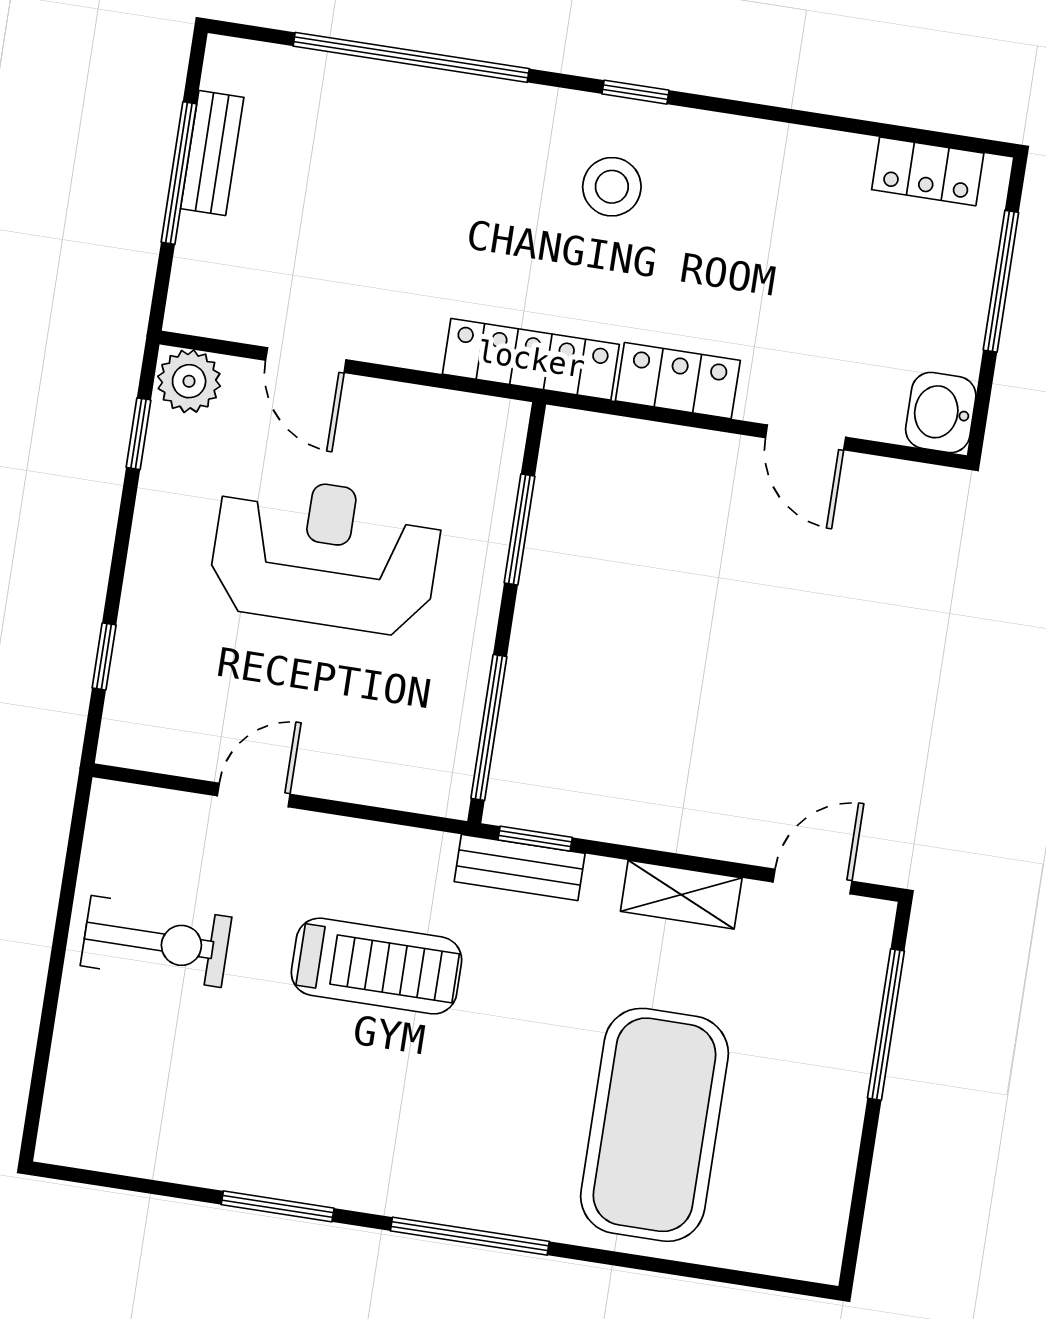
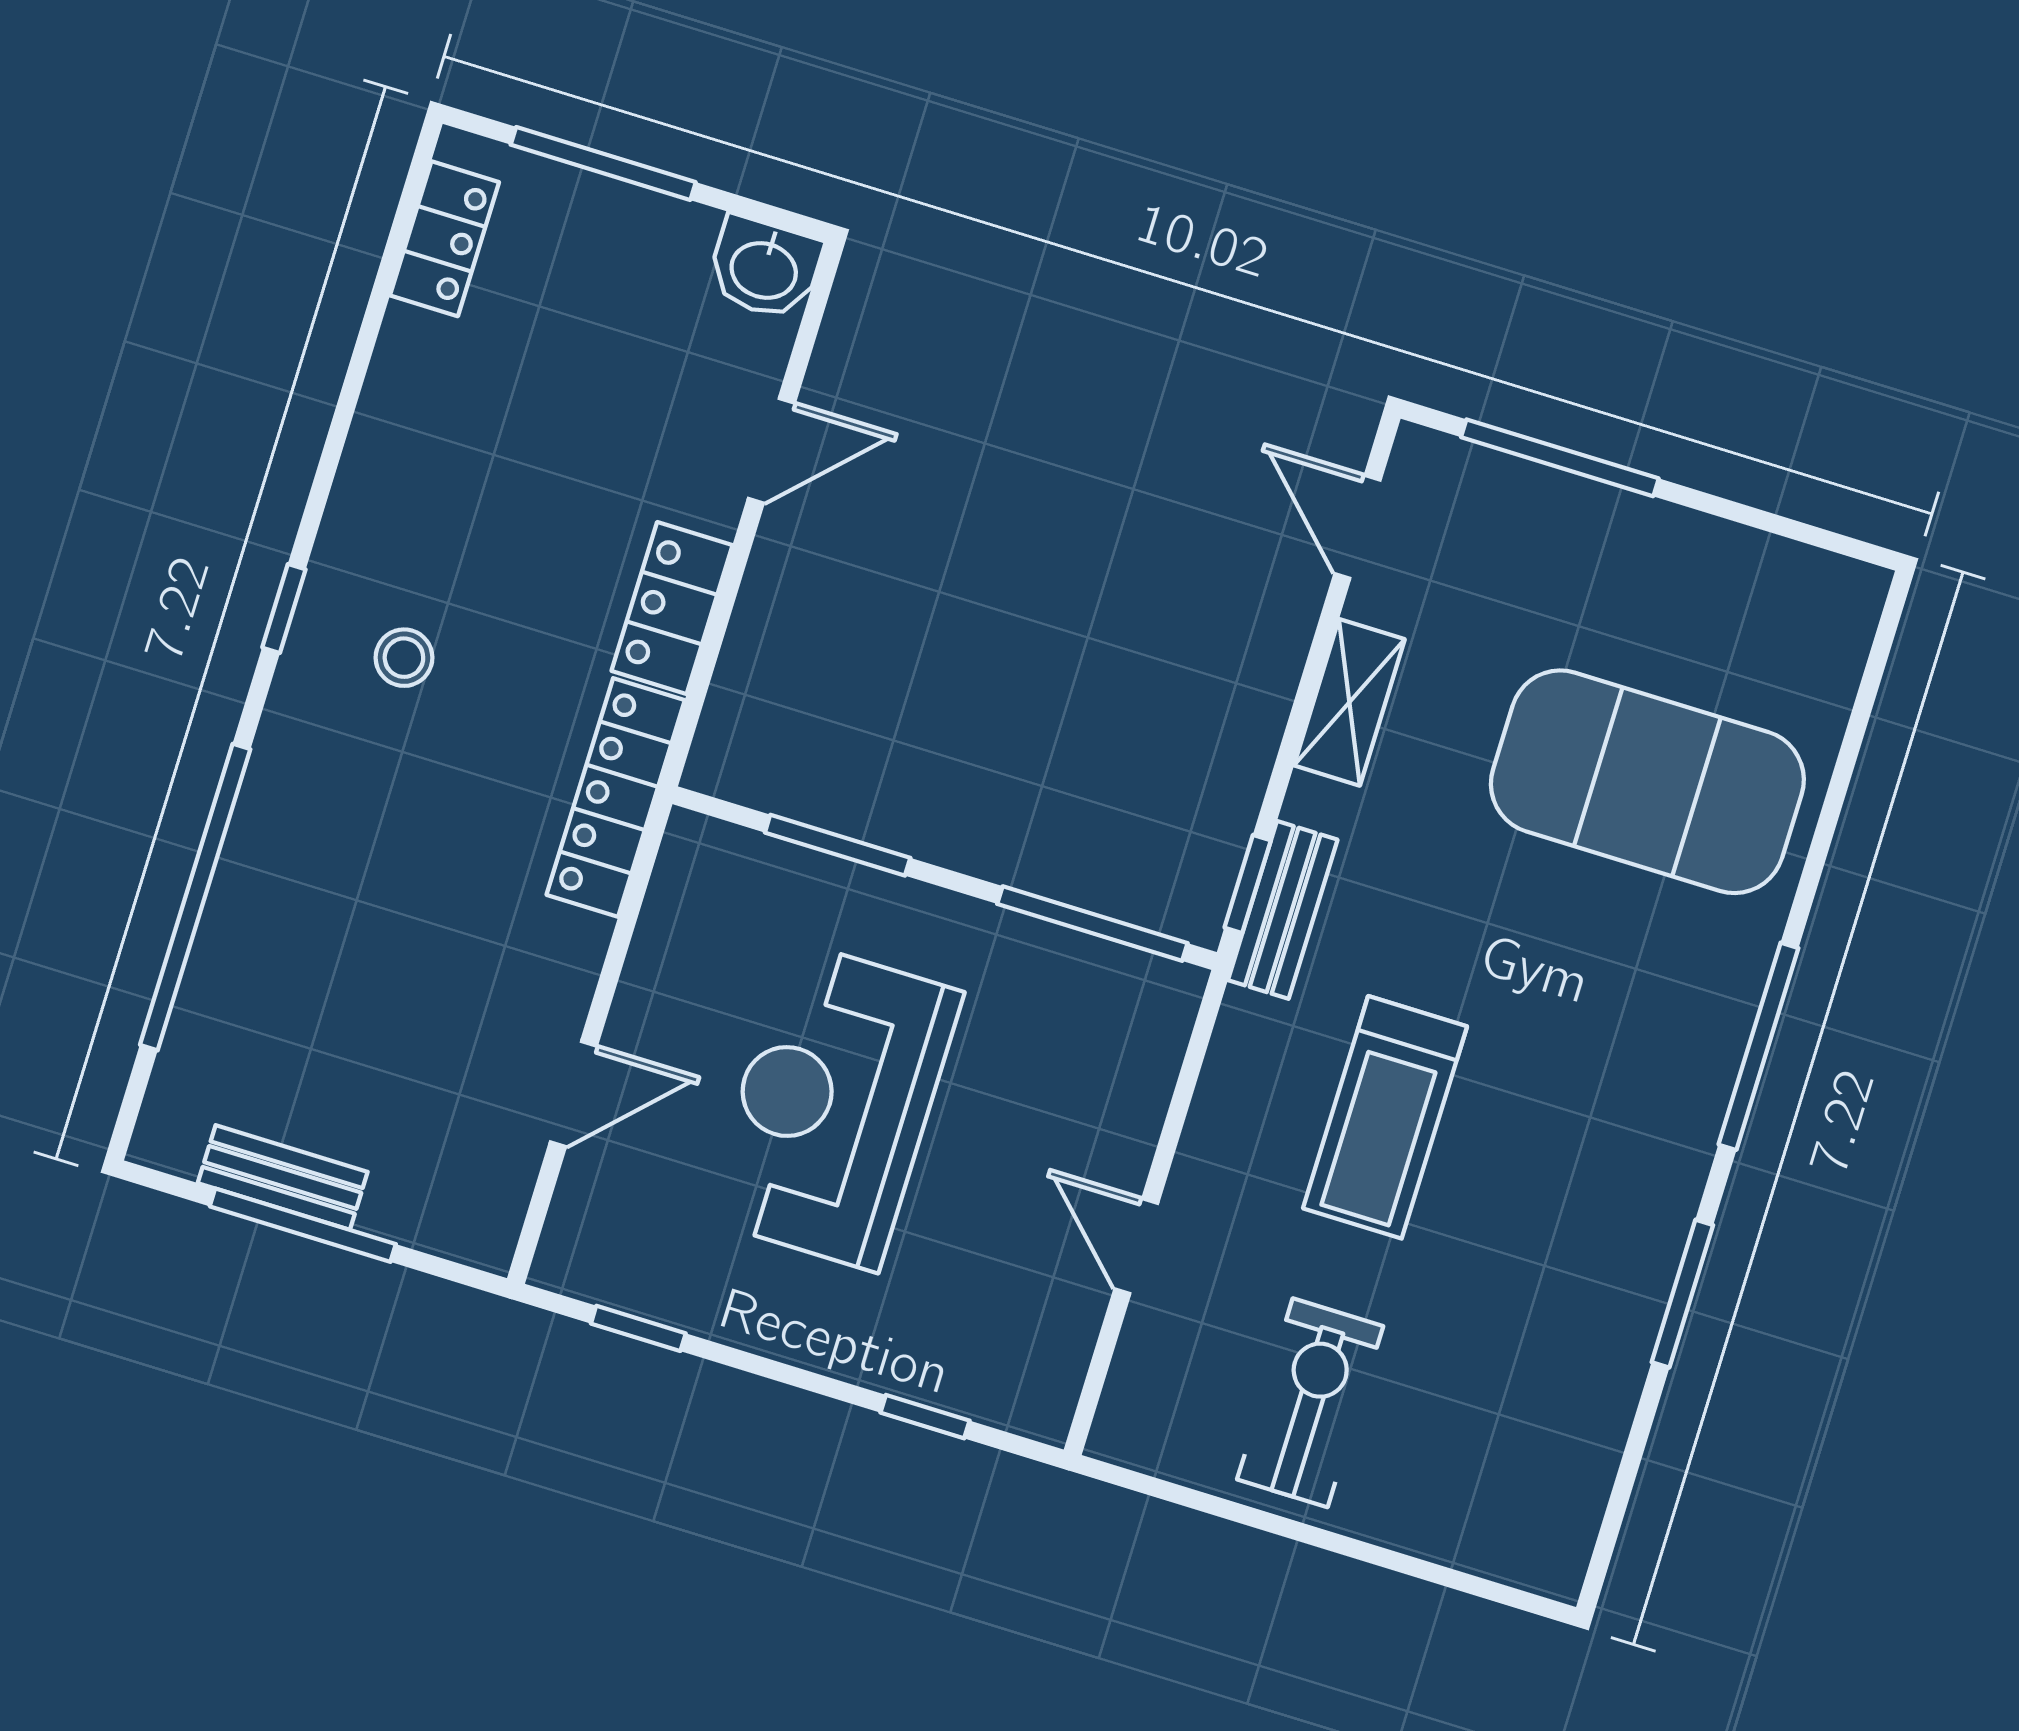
stool: (612, 187) -> (404, 658), width x0.73, depth x0.73
plant: (189, 381) -> (579, 1252), removed
treadmill: (376, 966) -> (1385, 1117), turned 180

